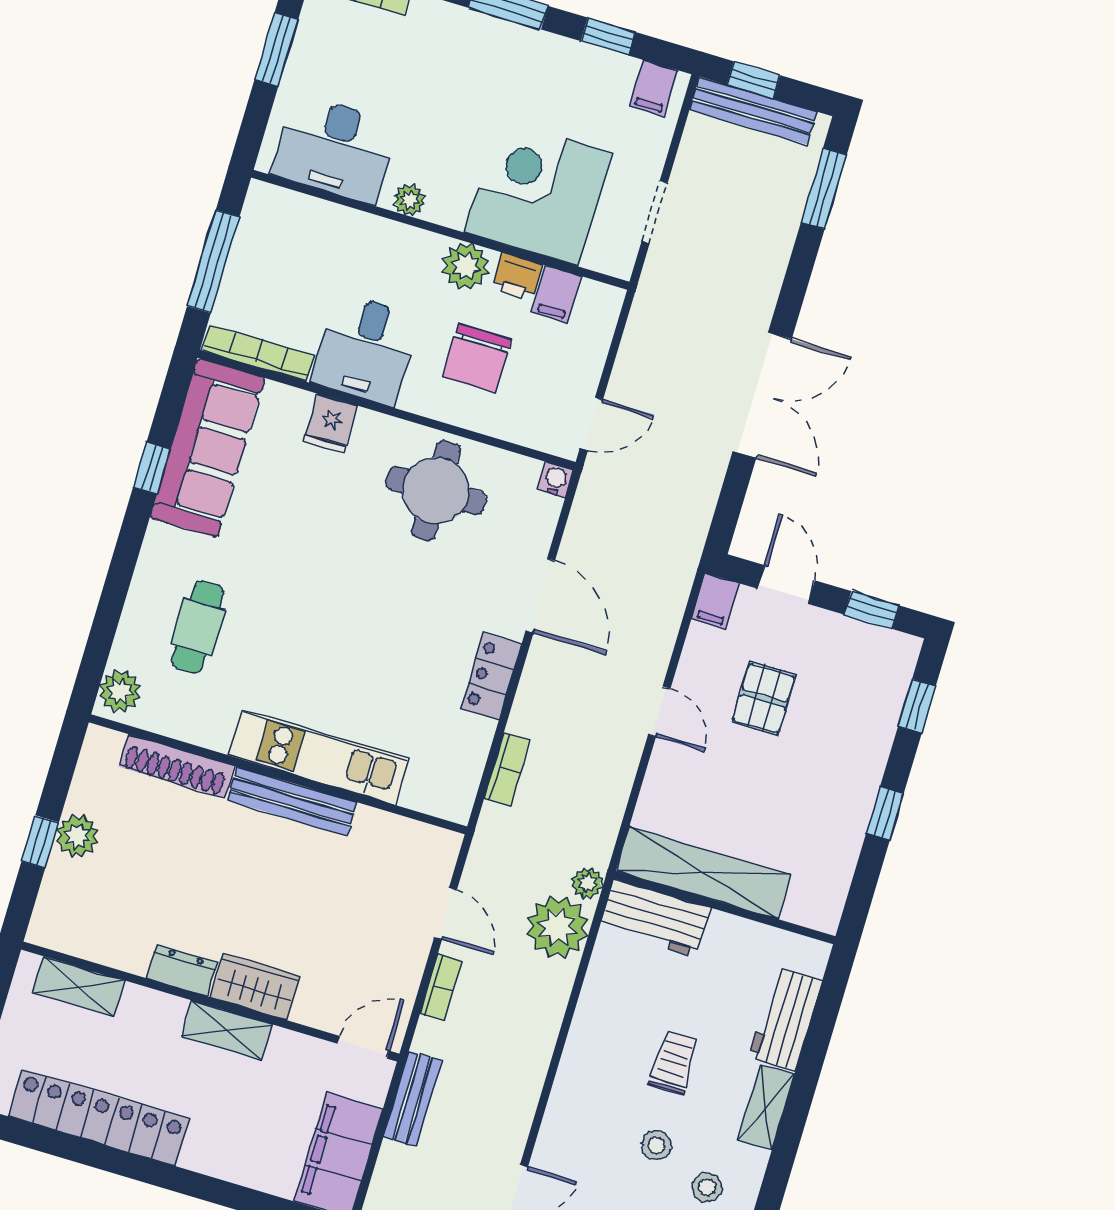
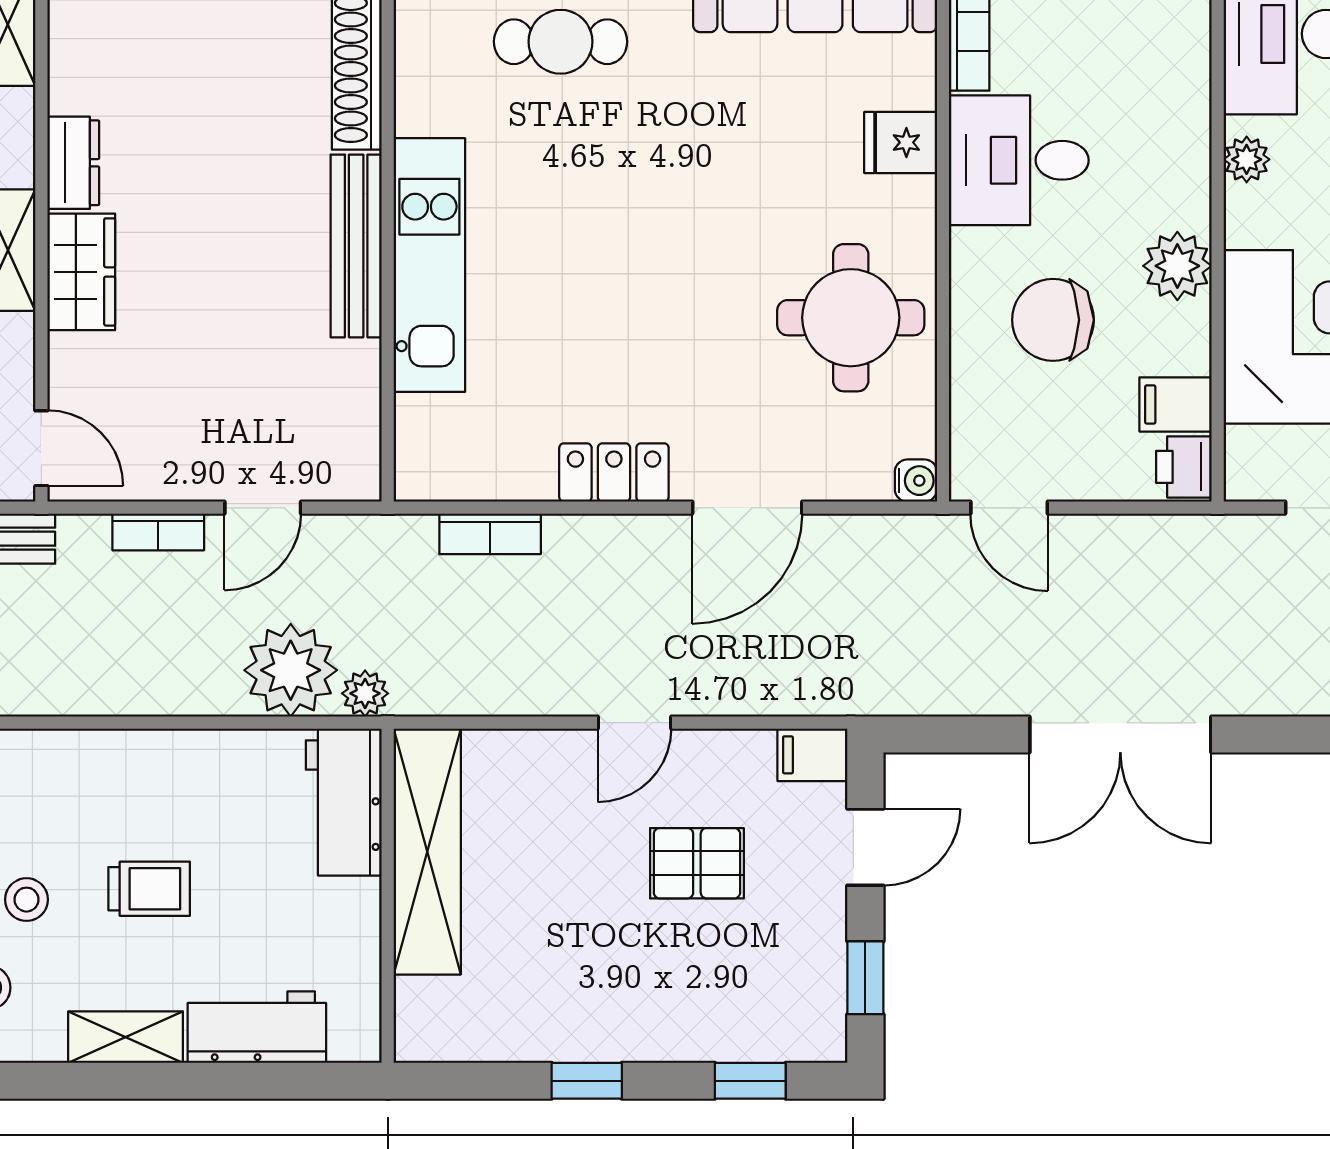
printer: (517, 277) -> (1184, 467), moved

